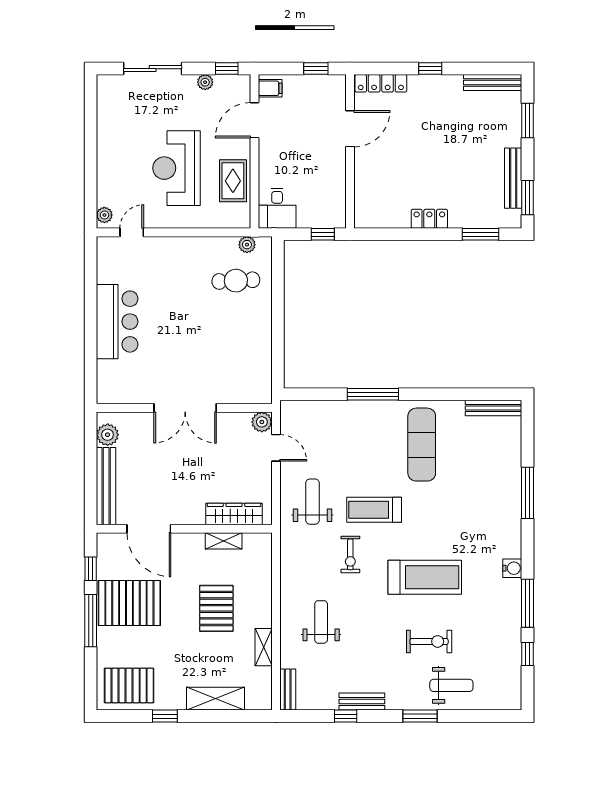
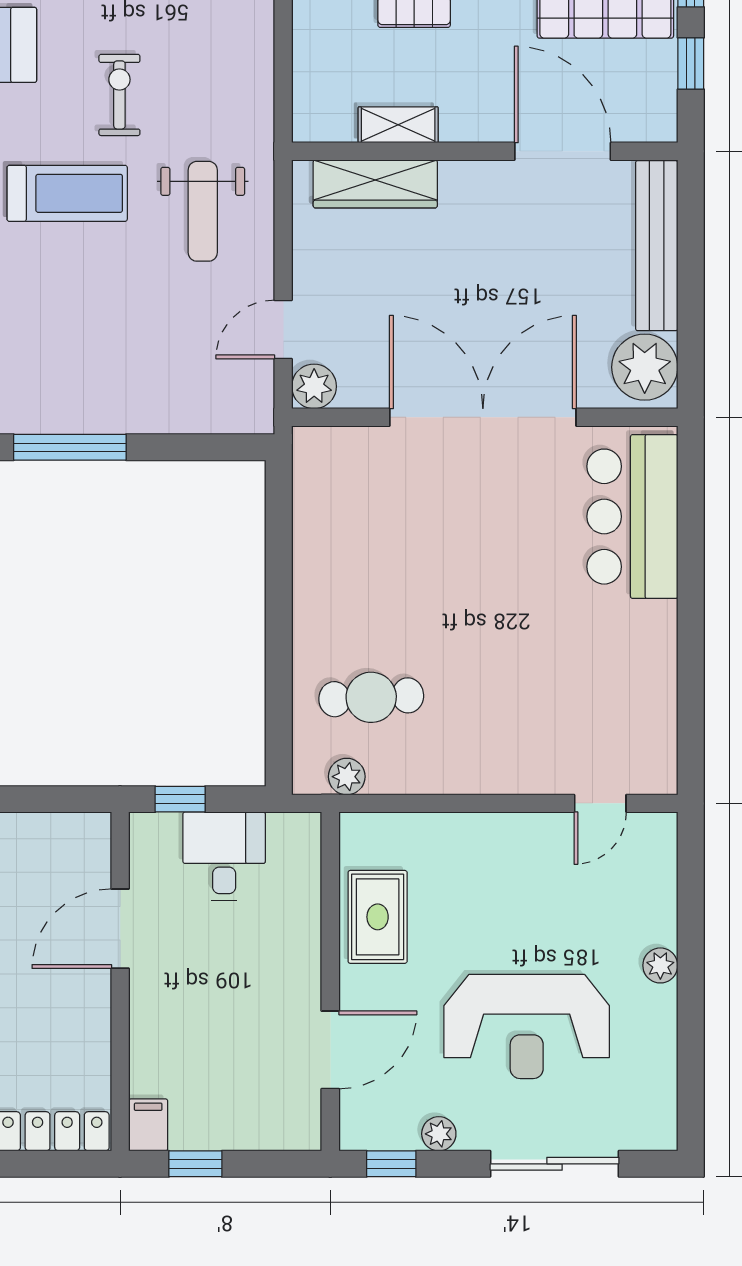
filing cabinet: (270, 88) -> (148, 1125), moved, turned 90
door: (350, 129) -> (120, 929), moved
reception desk: (177, 168) -> (527, 1027), moved, turned 90
desk: (277, 208) -> (224, 856), moved
plant: (104, 215) -> (660, 965), moved
bar counter: (117, 322) -> (632, 517), moved
double door: (185, 408) -> (483, 417), width x1.36
plant: (108, 435) -> (645, 367), width x1.36, depth x1.36
door: (276, 448) -> (283, 329), hinge flipped

